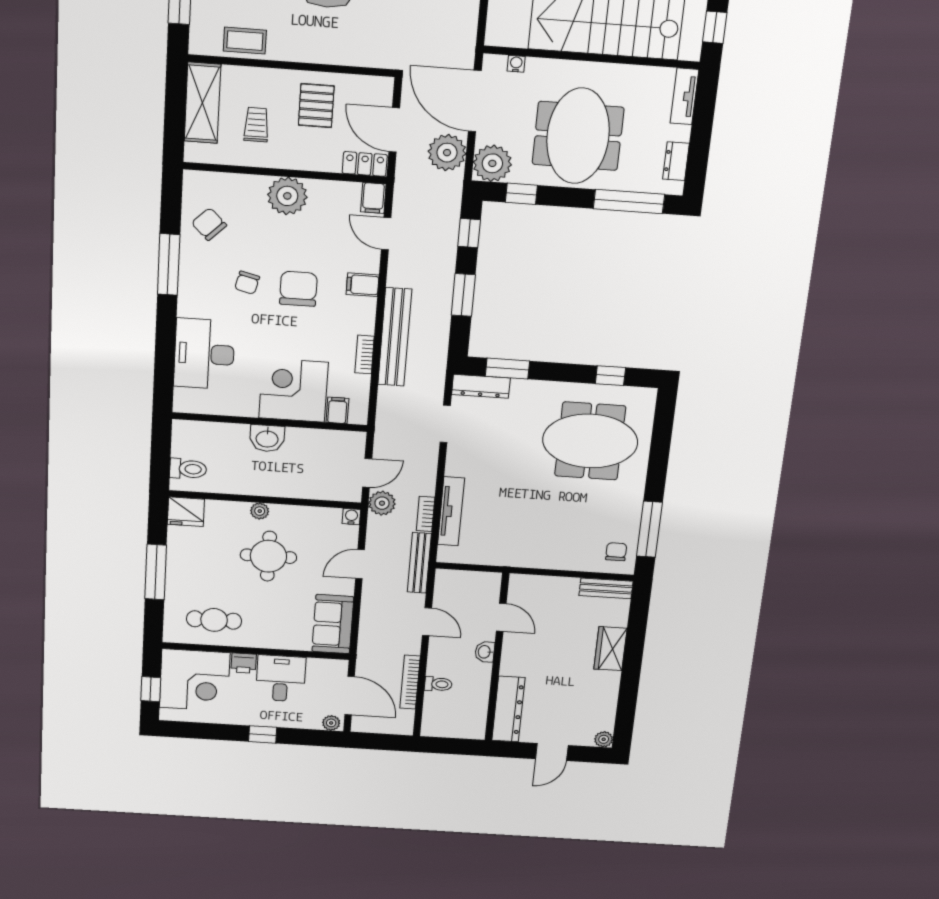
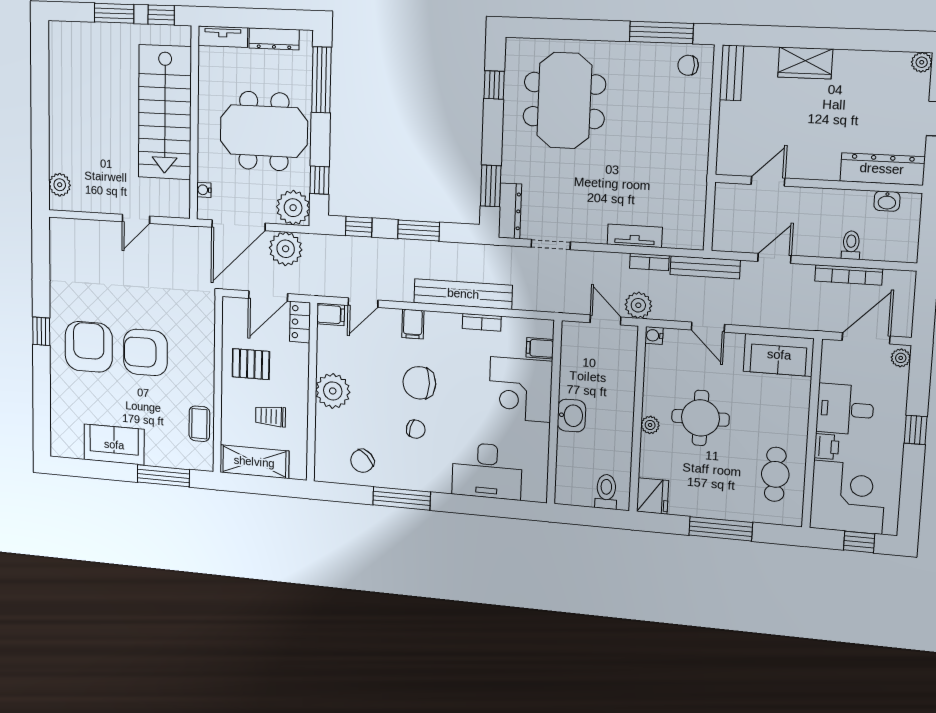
dresser: (676, 161) -> (274, 39), width x1.44
tv unit: (451, 511) -> (635, 236), width x0.71
washbasin: (485, 652) -> (887, 201), moved

